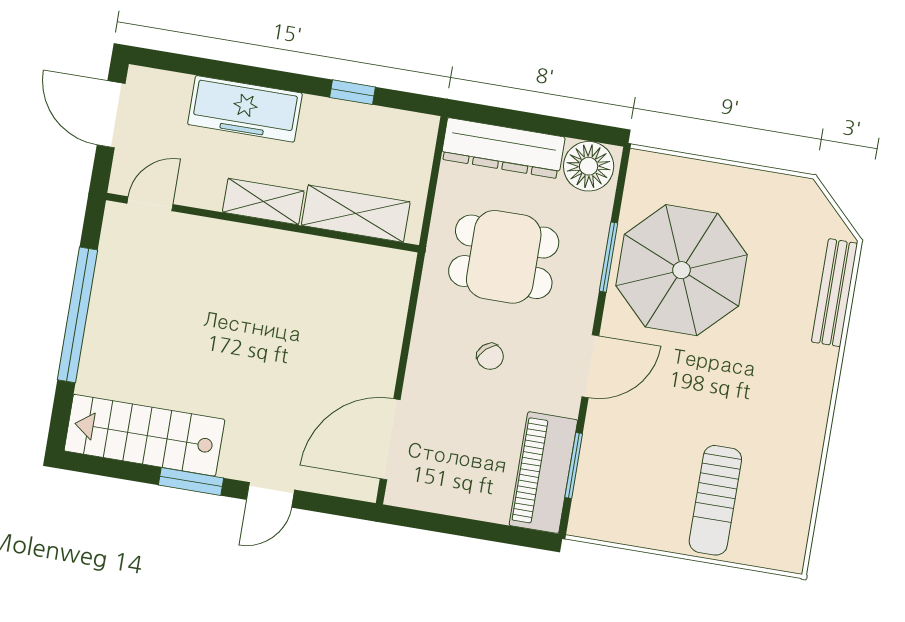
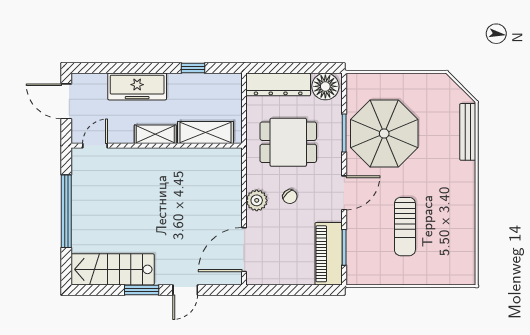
plant: (428, 353) -> (257, 200), added
sun lounger: (715, 500) -> (405, 227), moved

